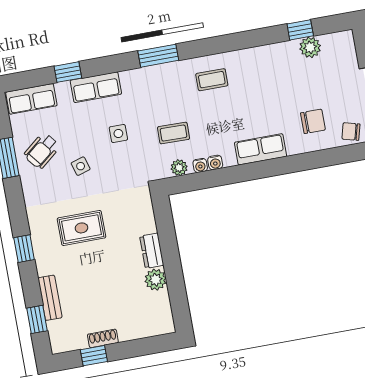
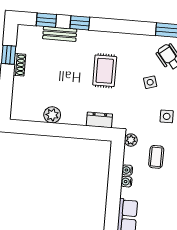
plant: (179, 168) -> (131, 140), moved
window: (24, 249) -> (80, 23), moved
dresser: (152, 251) -> (99, 120), moved

